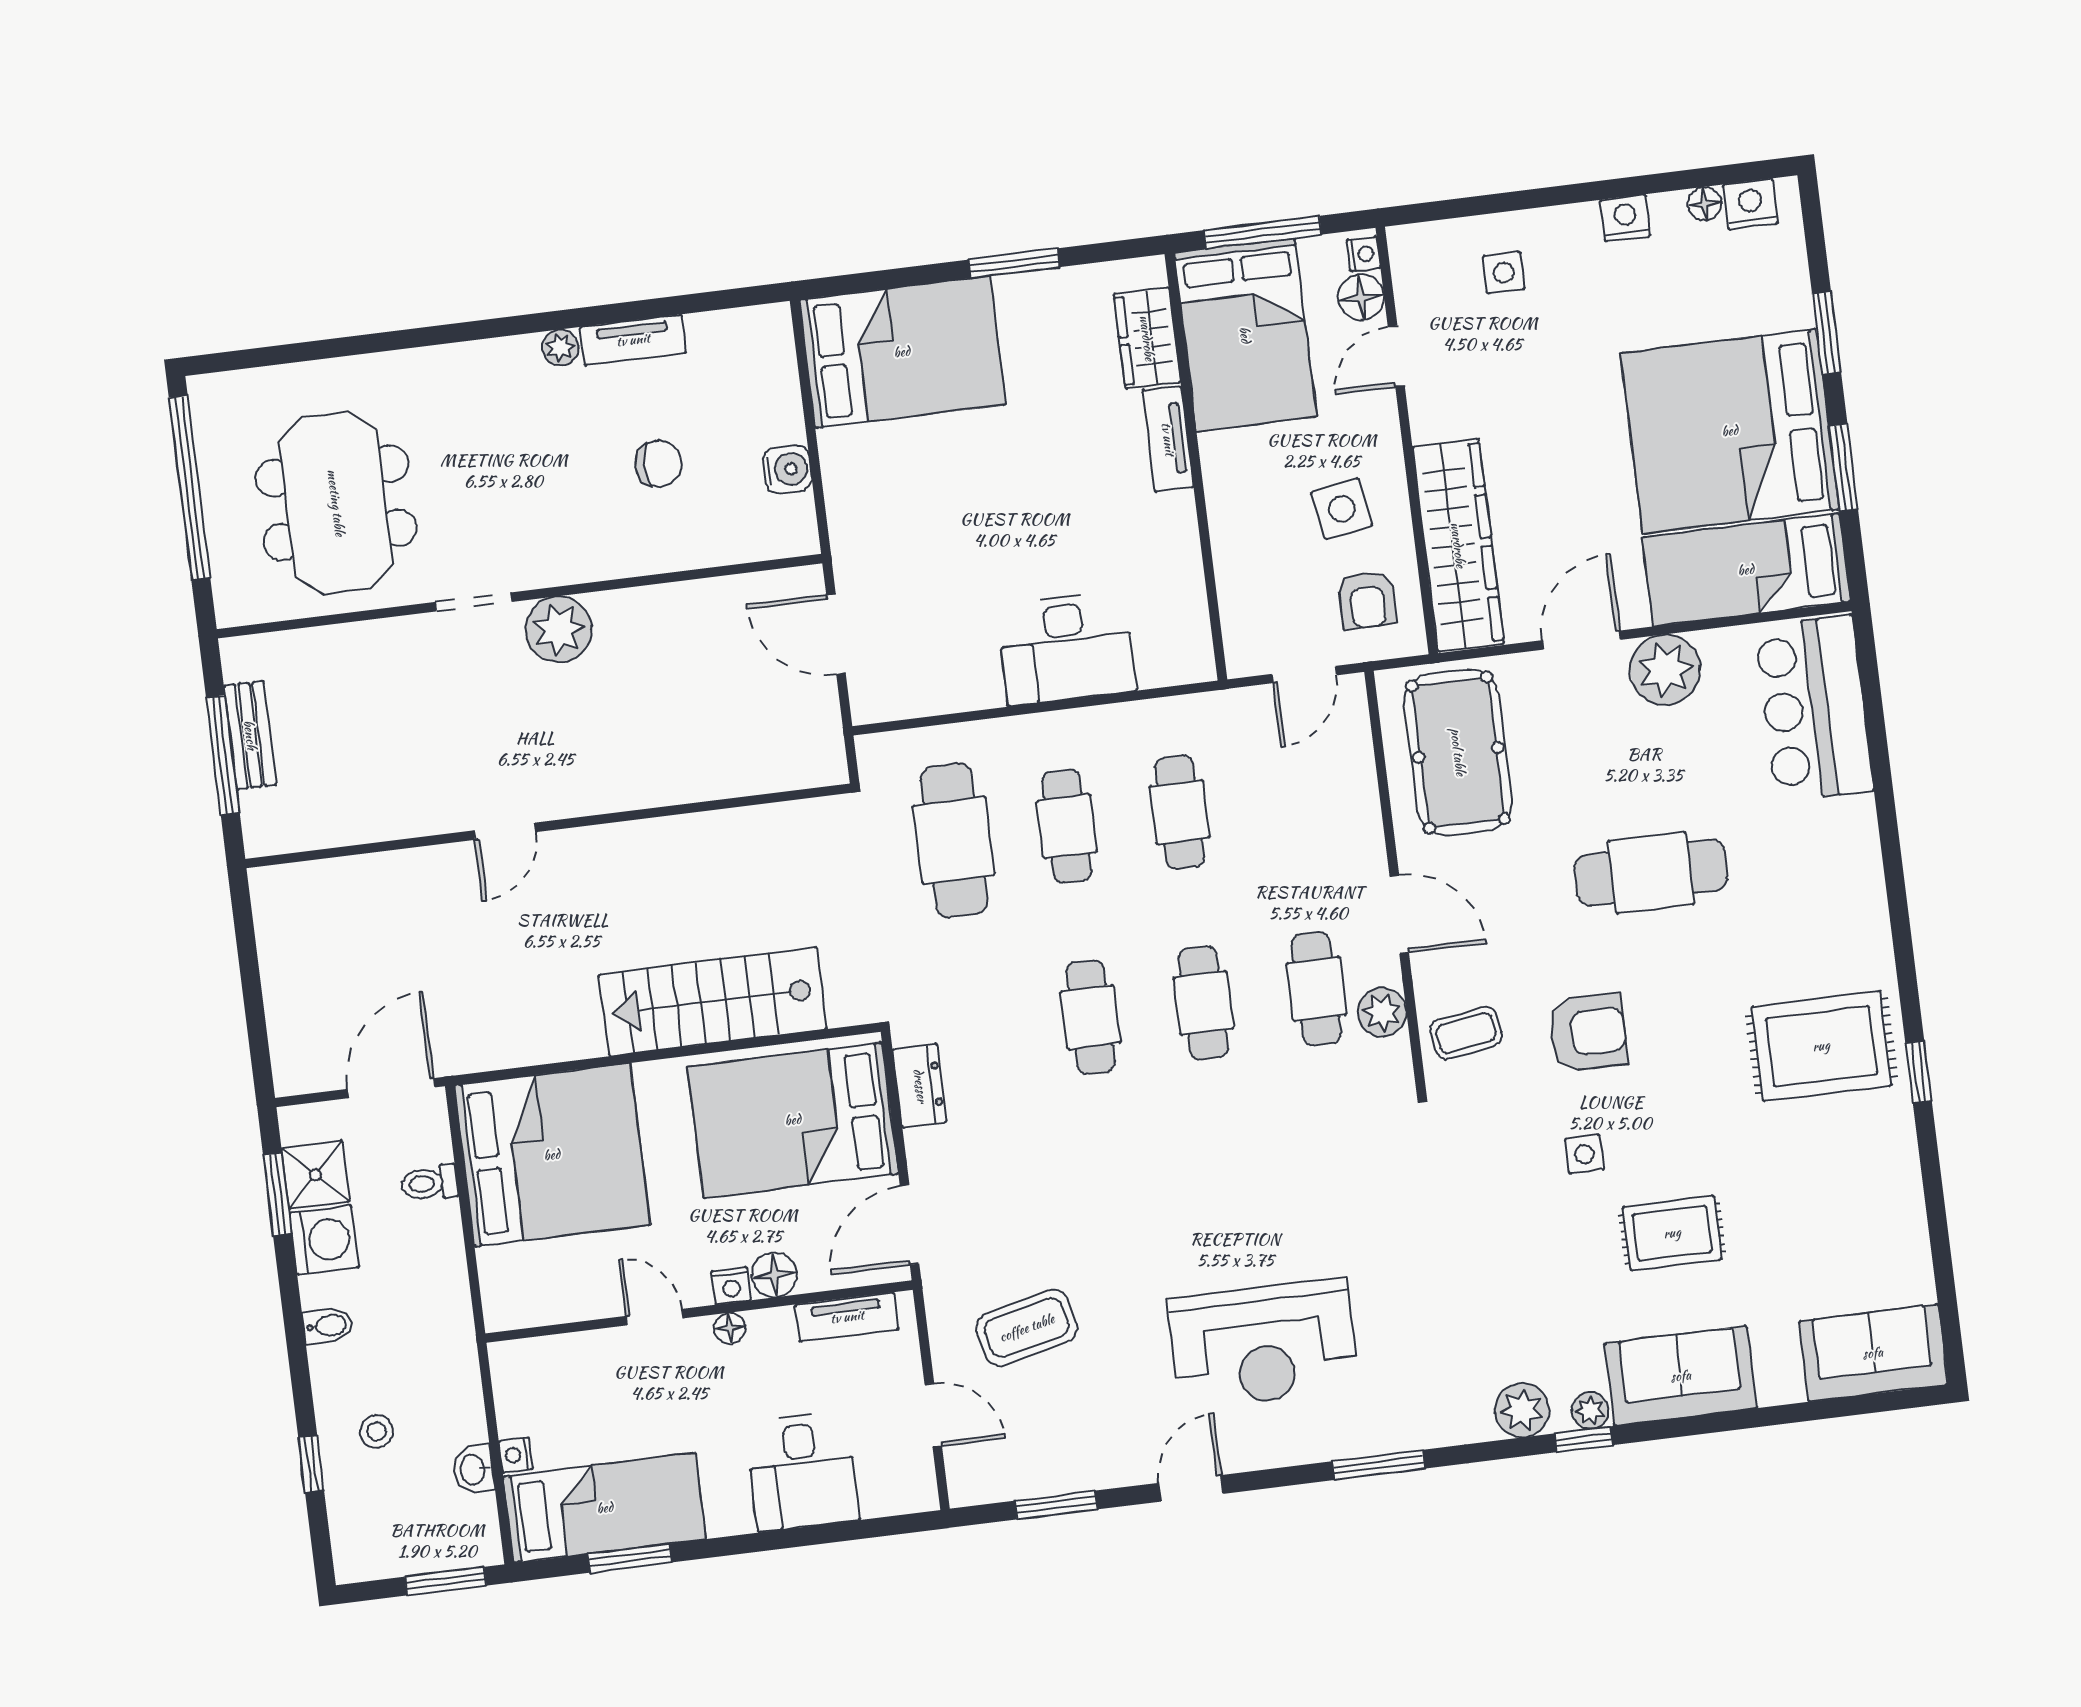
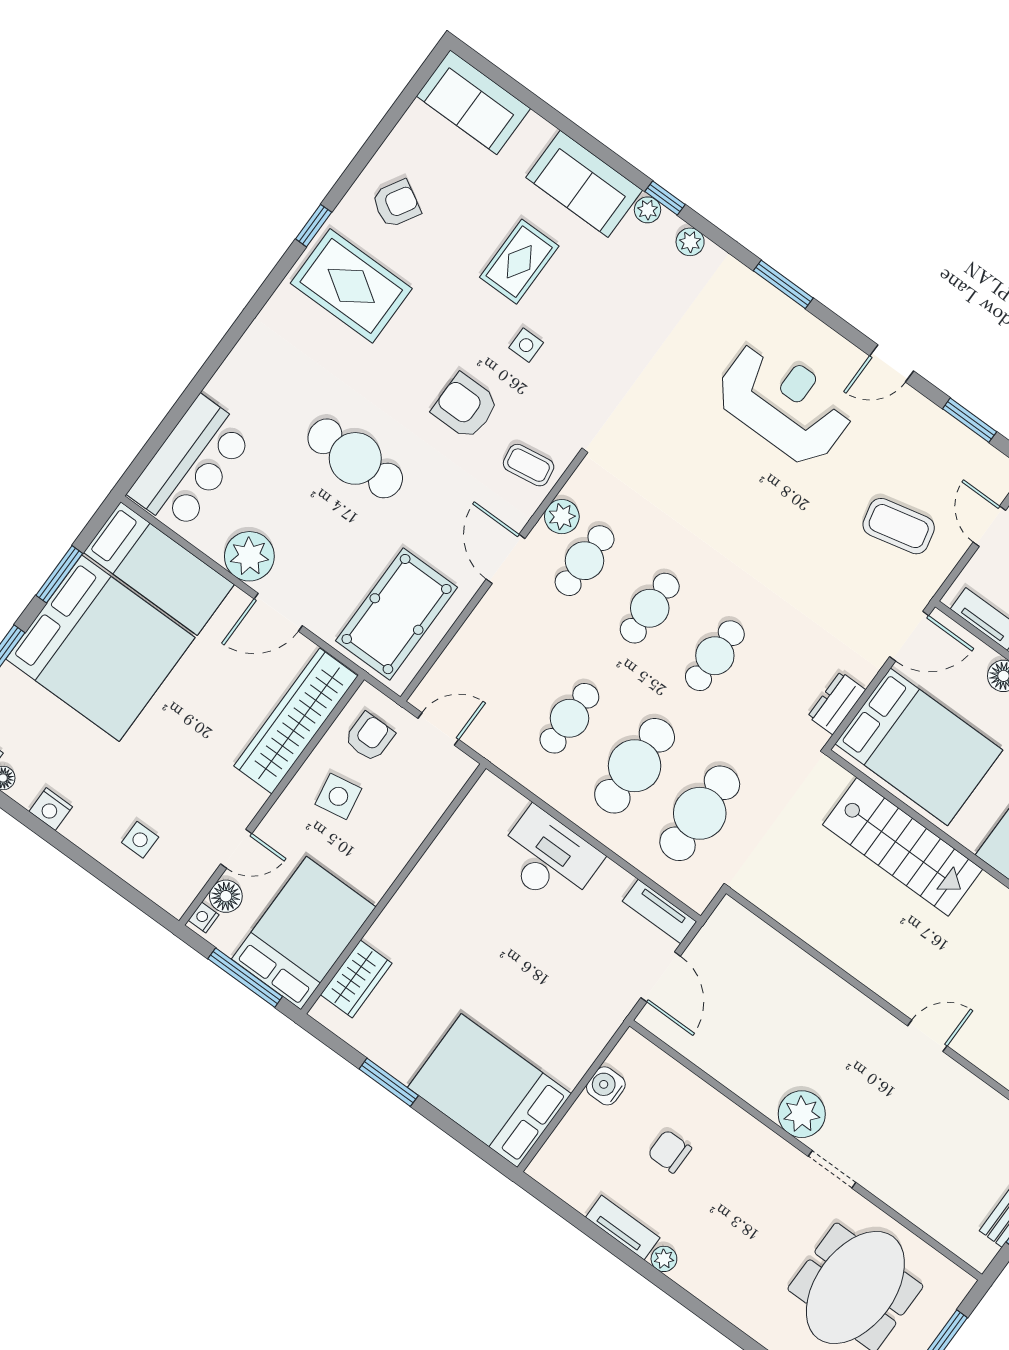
tv unit: (1168, 439) -> (660, 911), moved, turned 90
cafe table: (1067, 826) -> (635, 766), width x1.37, depth x1.35
armchair: (1855, 1174) -> (396, 204), added
rug: (1672, 1233) -> (519, 262), turned 90
plant: (1522, 1410) -> (690, 242), width x0.73, depth x0.73

